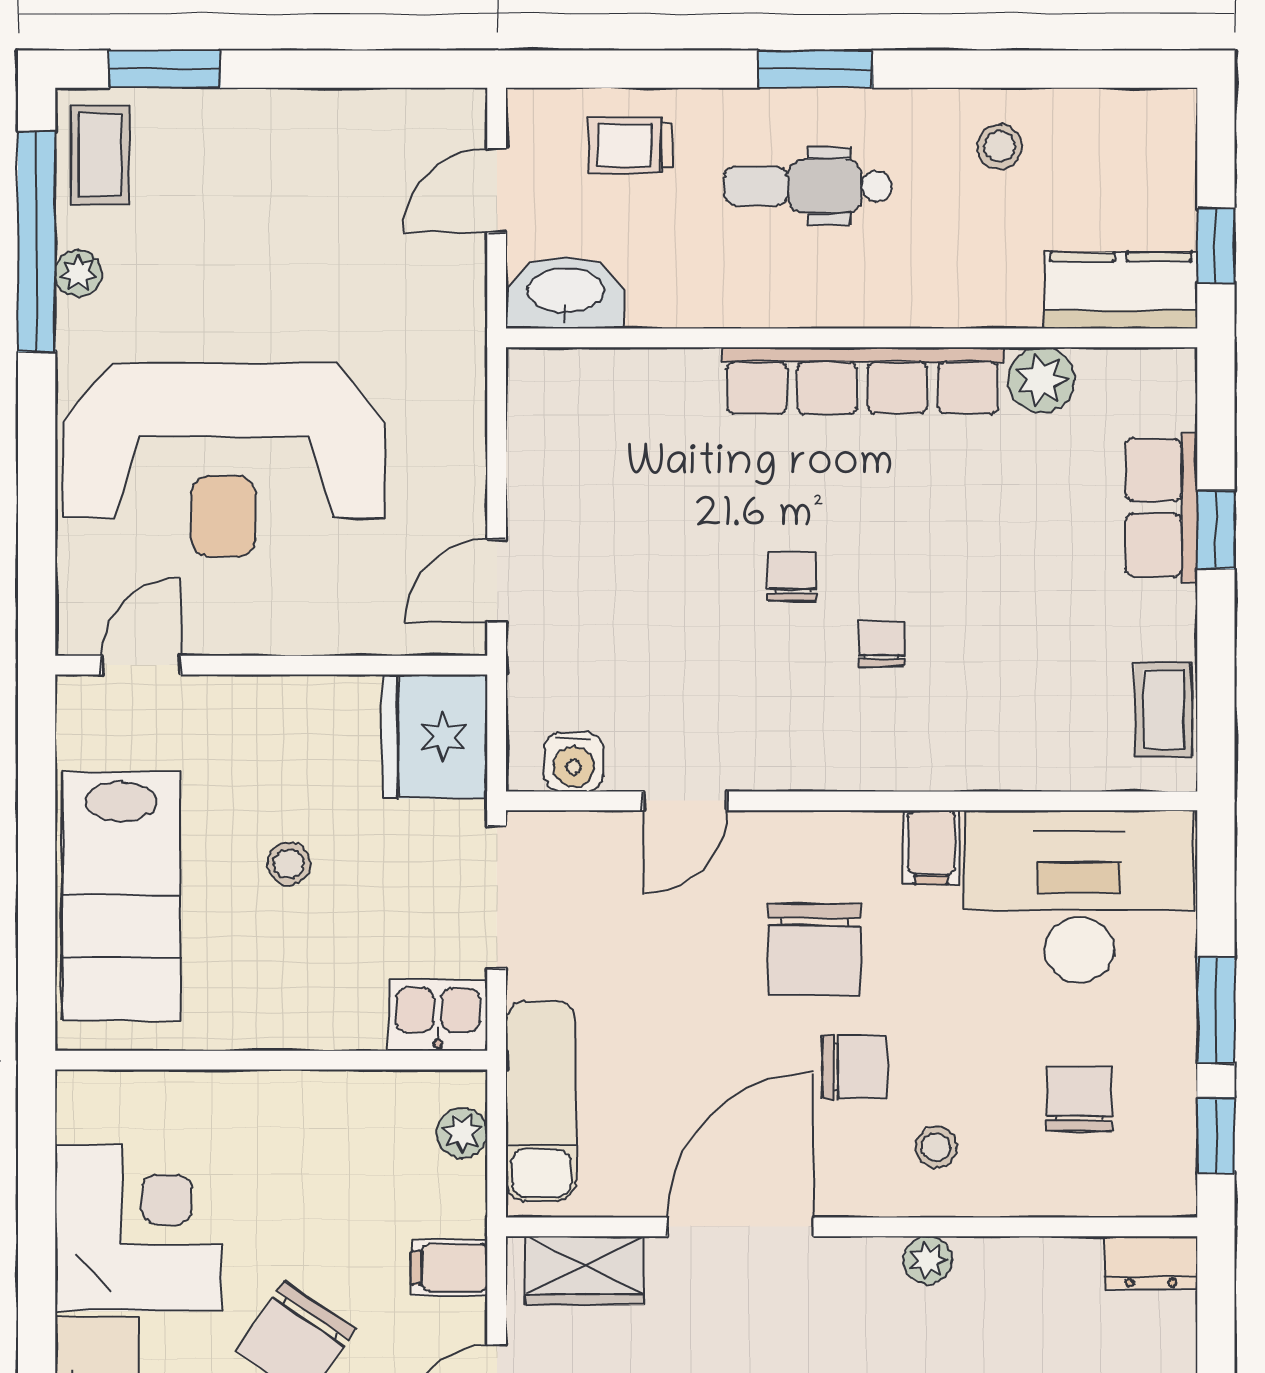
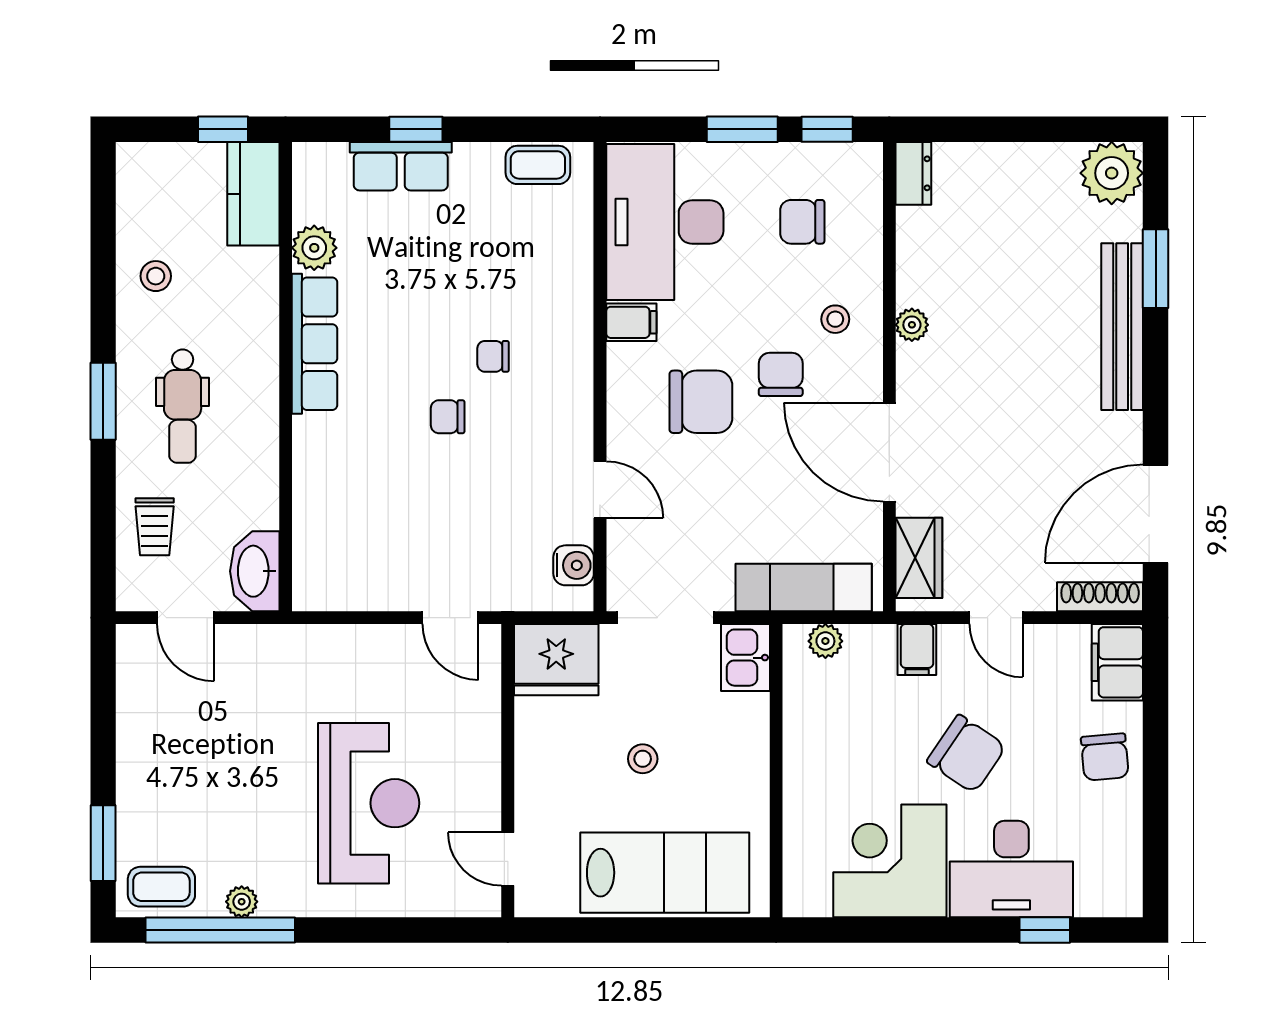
row of seats: (862, 380) -> (315, 344), width x0.73
reception desk: (223, 460) -> (369, 803), width x0.74, depth x0.77

